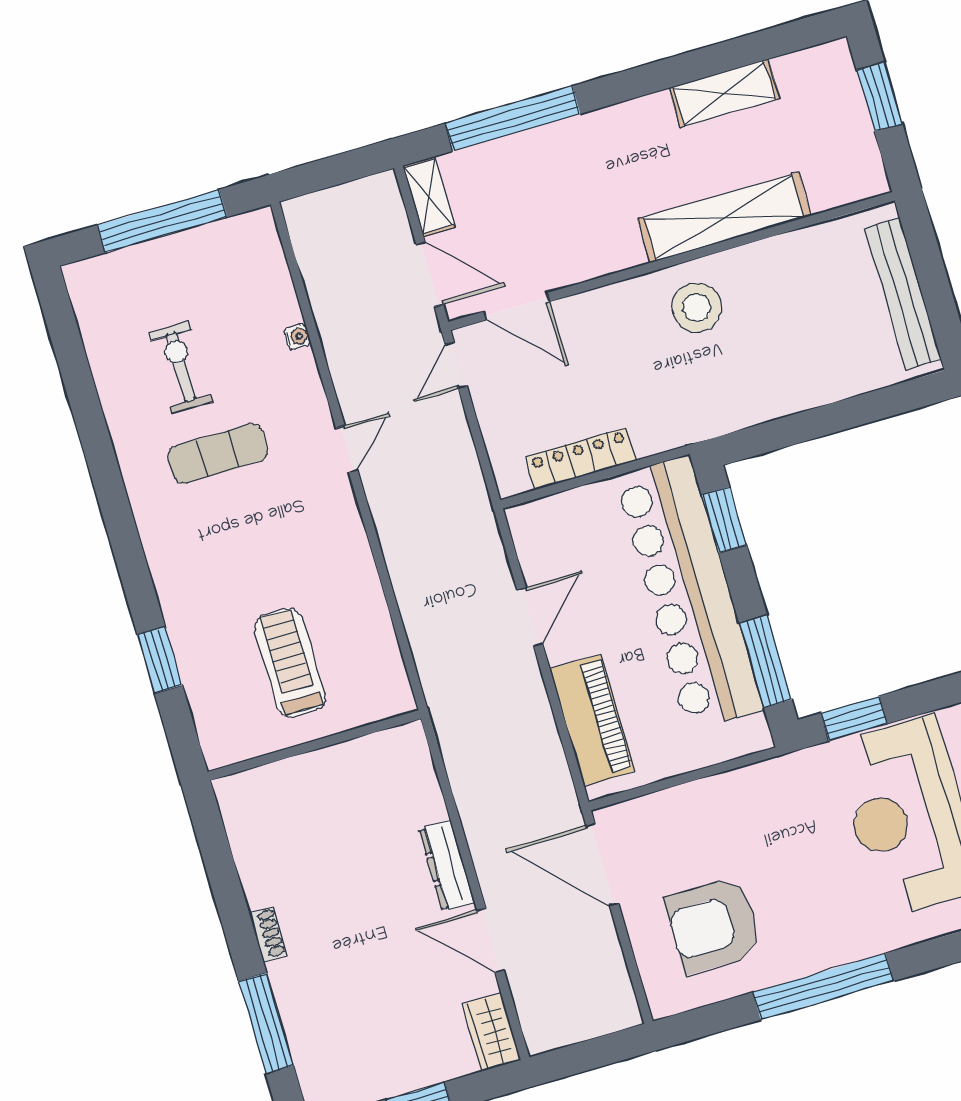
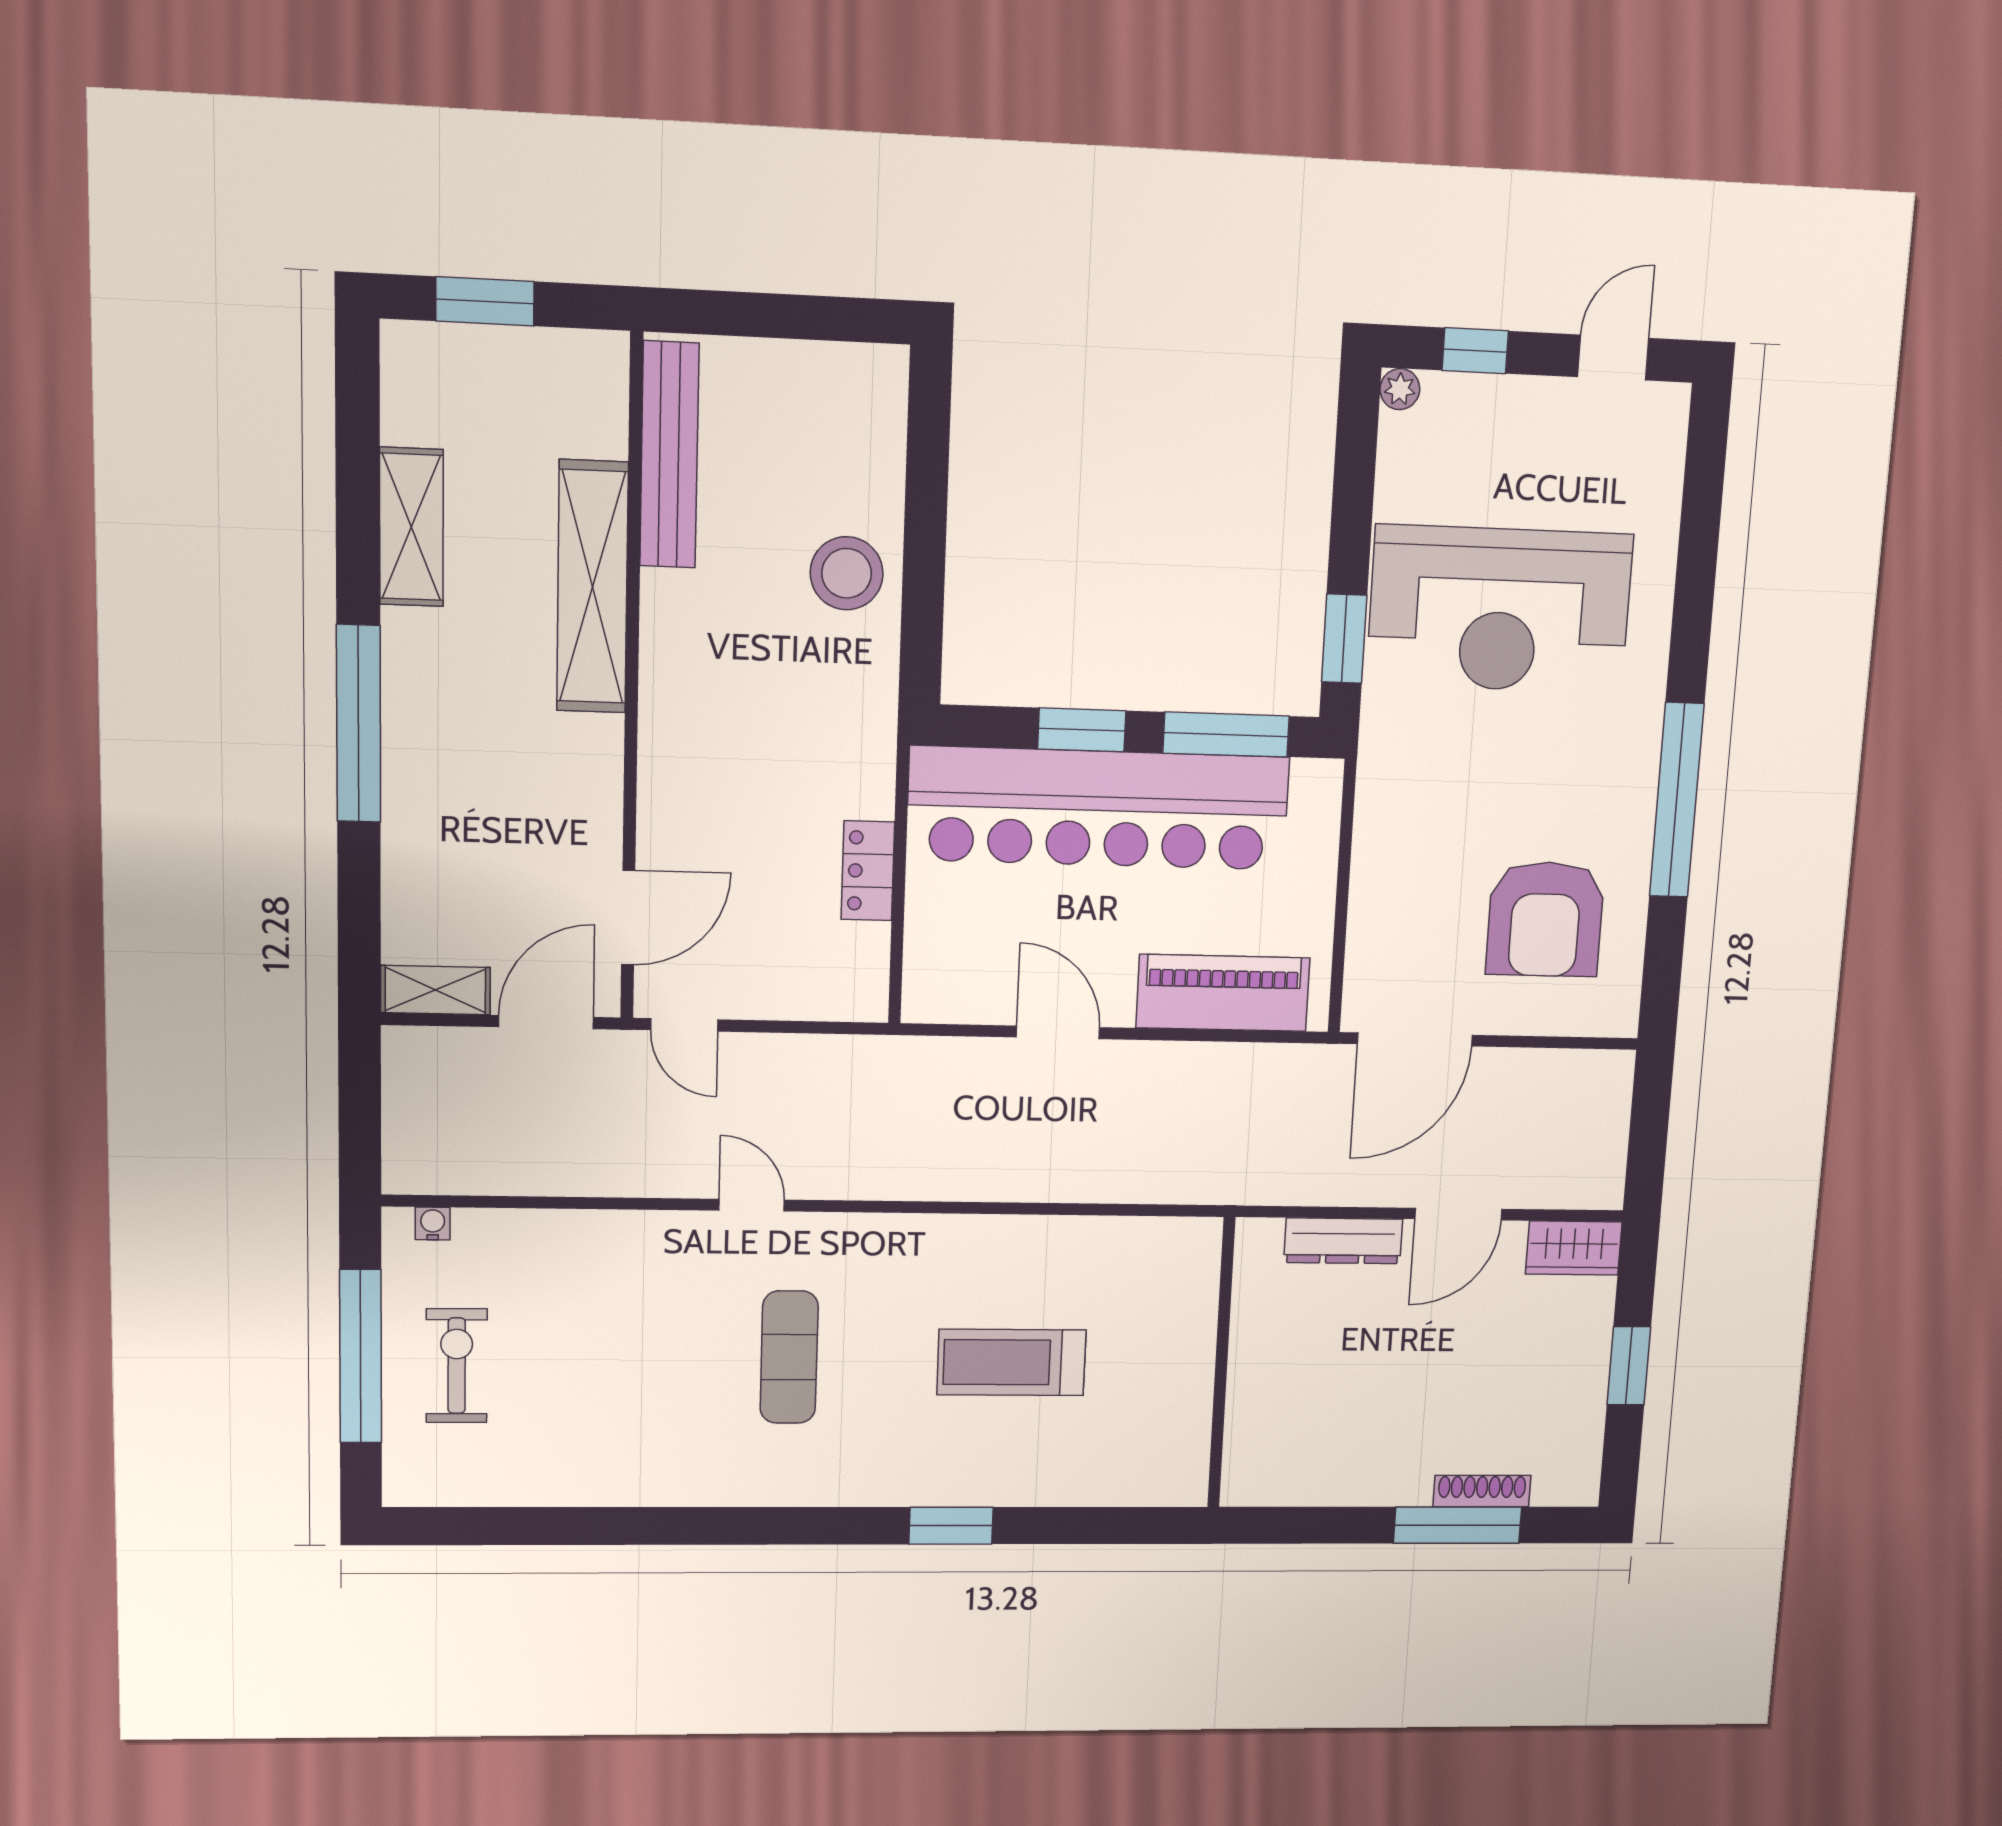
window: (513, 118) -> (359, 724), moved
bench: (903, 294) -> (669, 455), moved, turned 90
stool: (697, 307) -> (847, 573), moved
water cooler: (297, 337) -> (433, 1224), moved
exercise bike: (181, 367) -> (457, 1366), moved, turned 90
exercise mat: (218, 454) -> (789, 1357), moved
locker: (581, 459) -> (868, 871), width x0.66
window: (724, 520) -> (1082, 730), moved
wall: (314, 745) -> (1221, 1363), moved
shoe rack: (268, 934) -> (1482, 1491), moved, width x1.43

